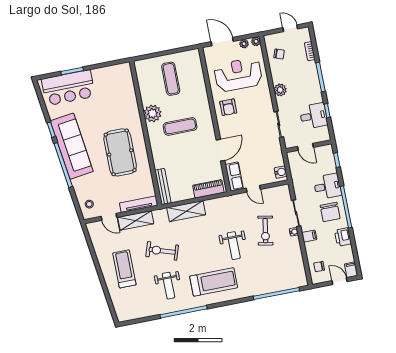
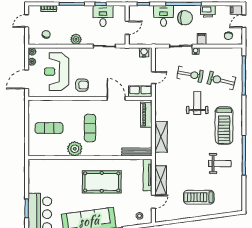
weight bench: (234, 246) -> (197, 103), turned -90
exercise bike: (162, 251) -> (221, 81), moved, turned 86
treadmill: (214, 282) -> (224, 126), turned 180

